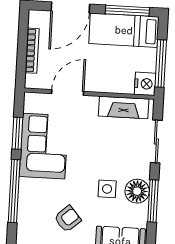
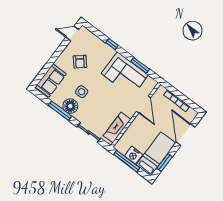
window: (127, 11) -> (165, 162), width x0.69
nightstand: (145, 84) -> (133, 155), moved
window: (14, 191) -> (112, 44), width x0.32

